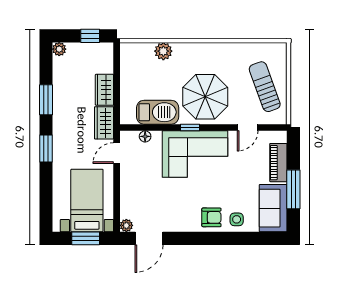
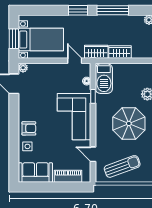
parasol: (205, 97) -> (129, 123), moved
window: (46, 100) -> (113, 10), width x1.44
barbecue: (158, 112) -> (104, 79), moved
window: (190, 127) -> (93, 96), moved
window: (293, 189) -> (49, 187), removed
armchair: (211, 217) -> (29, 128), turned -90

